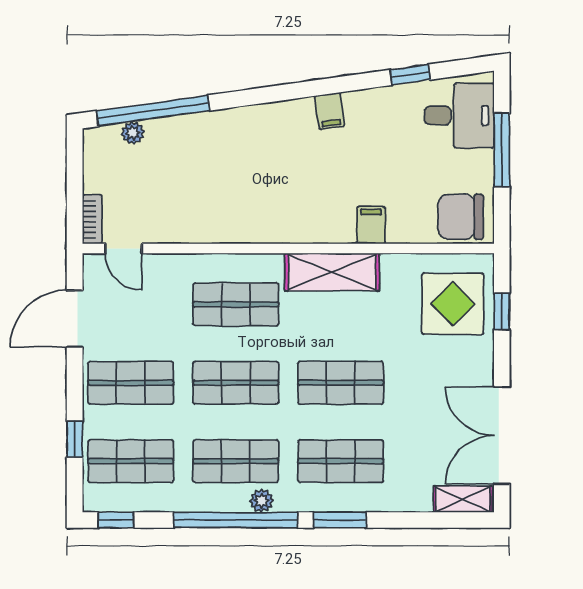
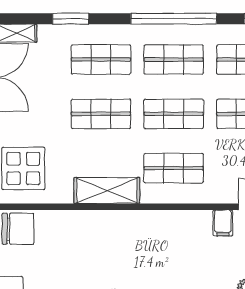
filing cabinet: (371, 225) -> (223, 223), moved
plant: (261, 501) -> (156, 32), removed
window: (340, 520) -> (71, 19), moved

